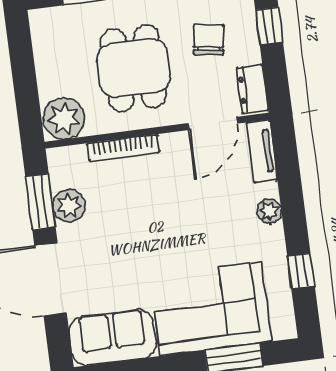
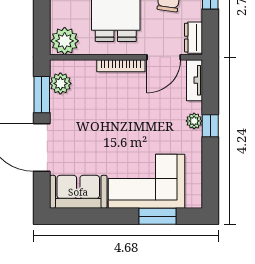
bookcase: (123, 148) -> (121, 66), moved
plant: (69, 206) -> (60, 83), moved
window: (301, 271) -> (210, 126), moved

